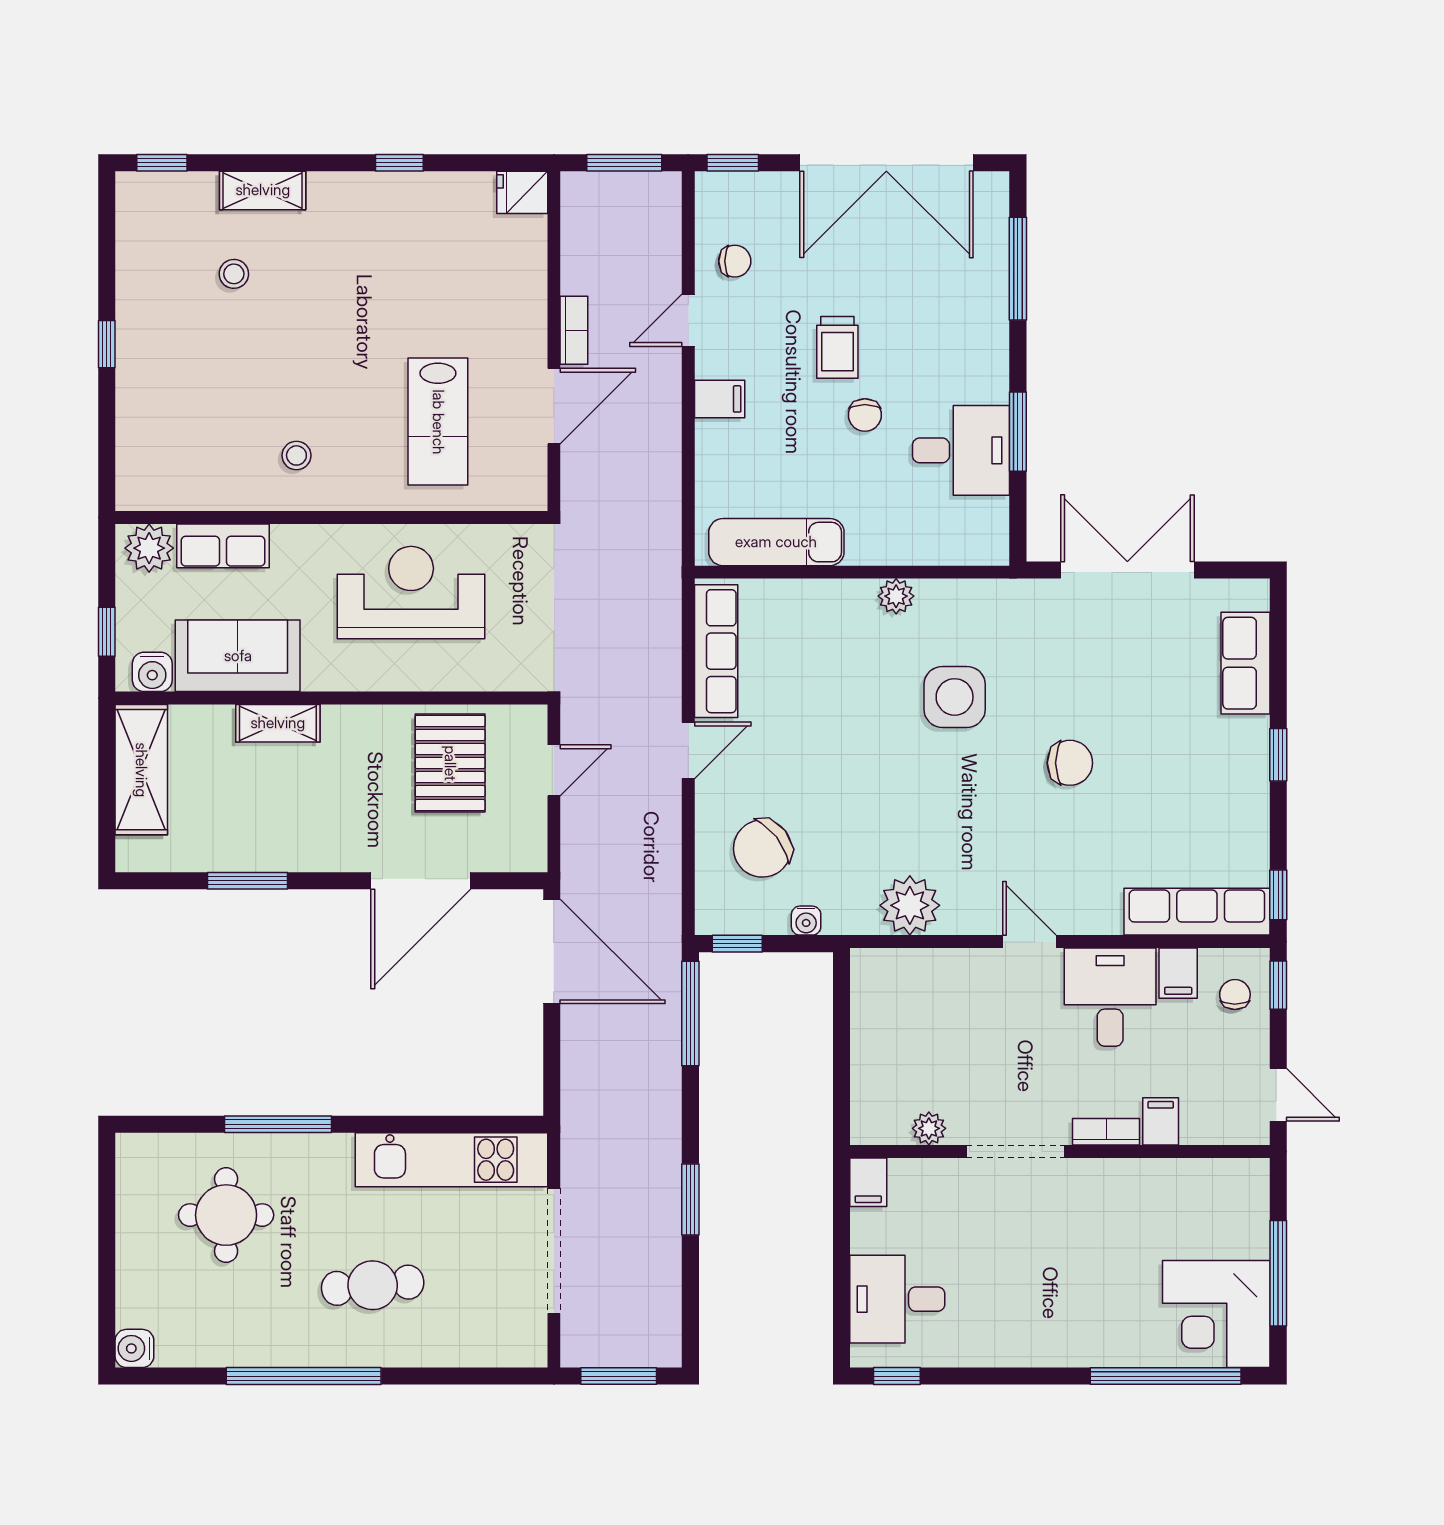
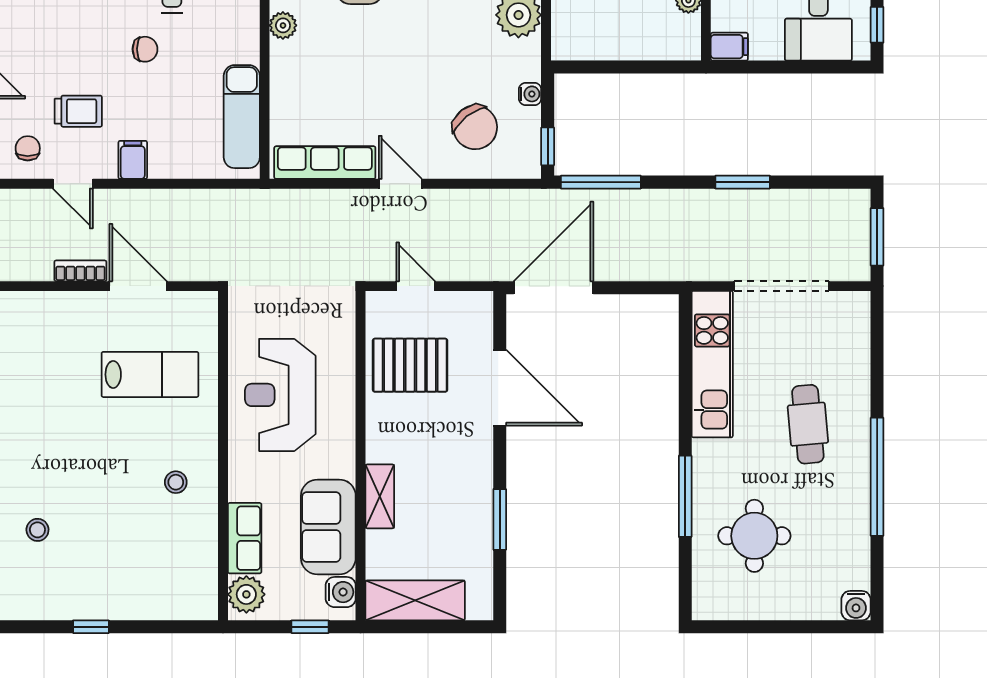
trolley: (837, 347) -> (78, 111), moved

